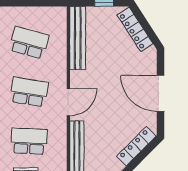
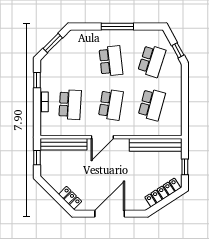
door: (68, 102) -> (102, 137), hinge flipped
locker: (136, 146) -> (70, 198), width x0.66

